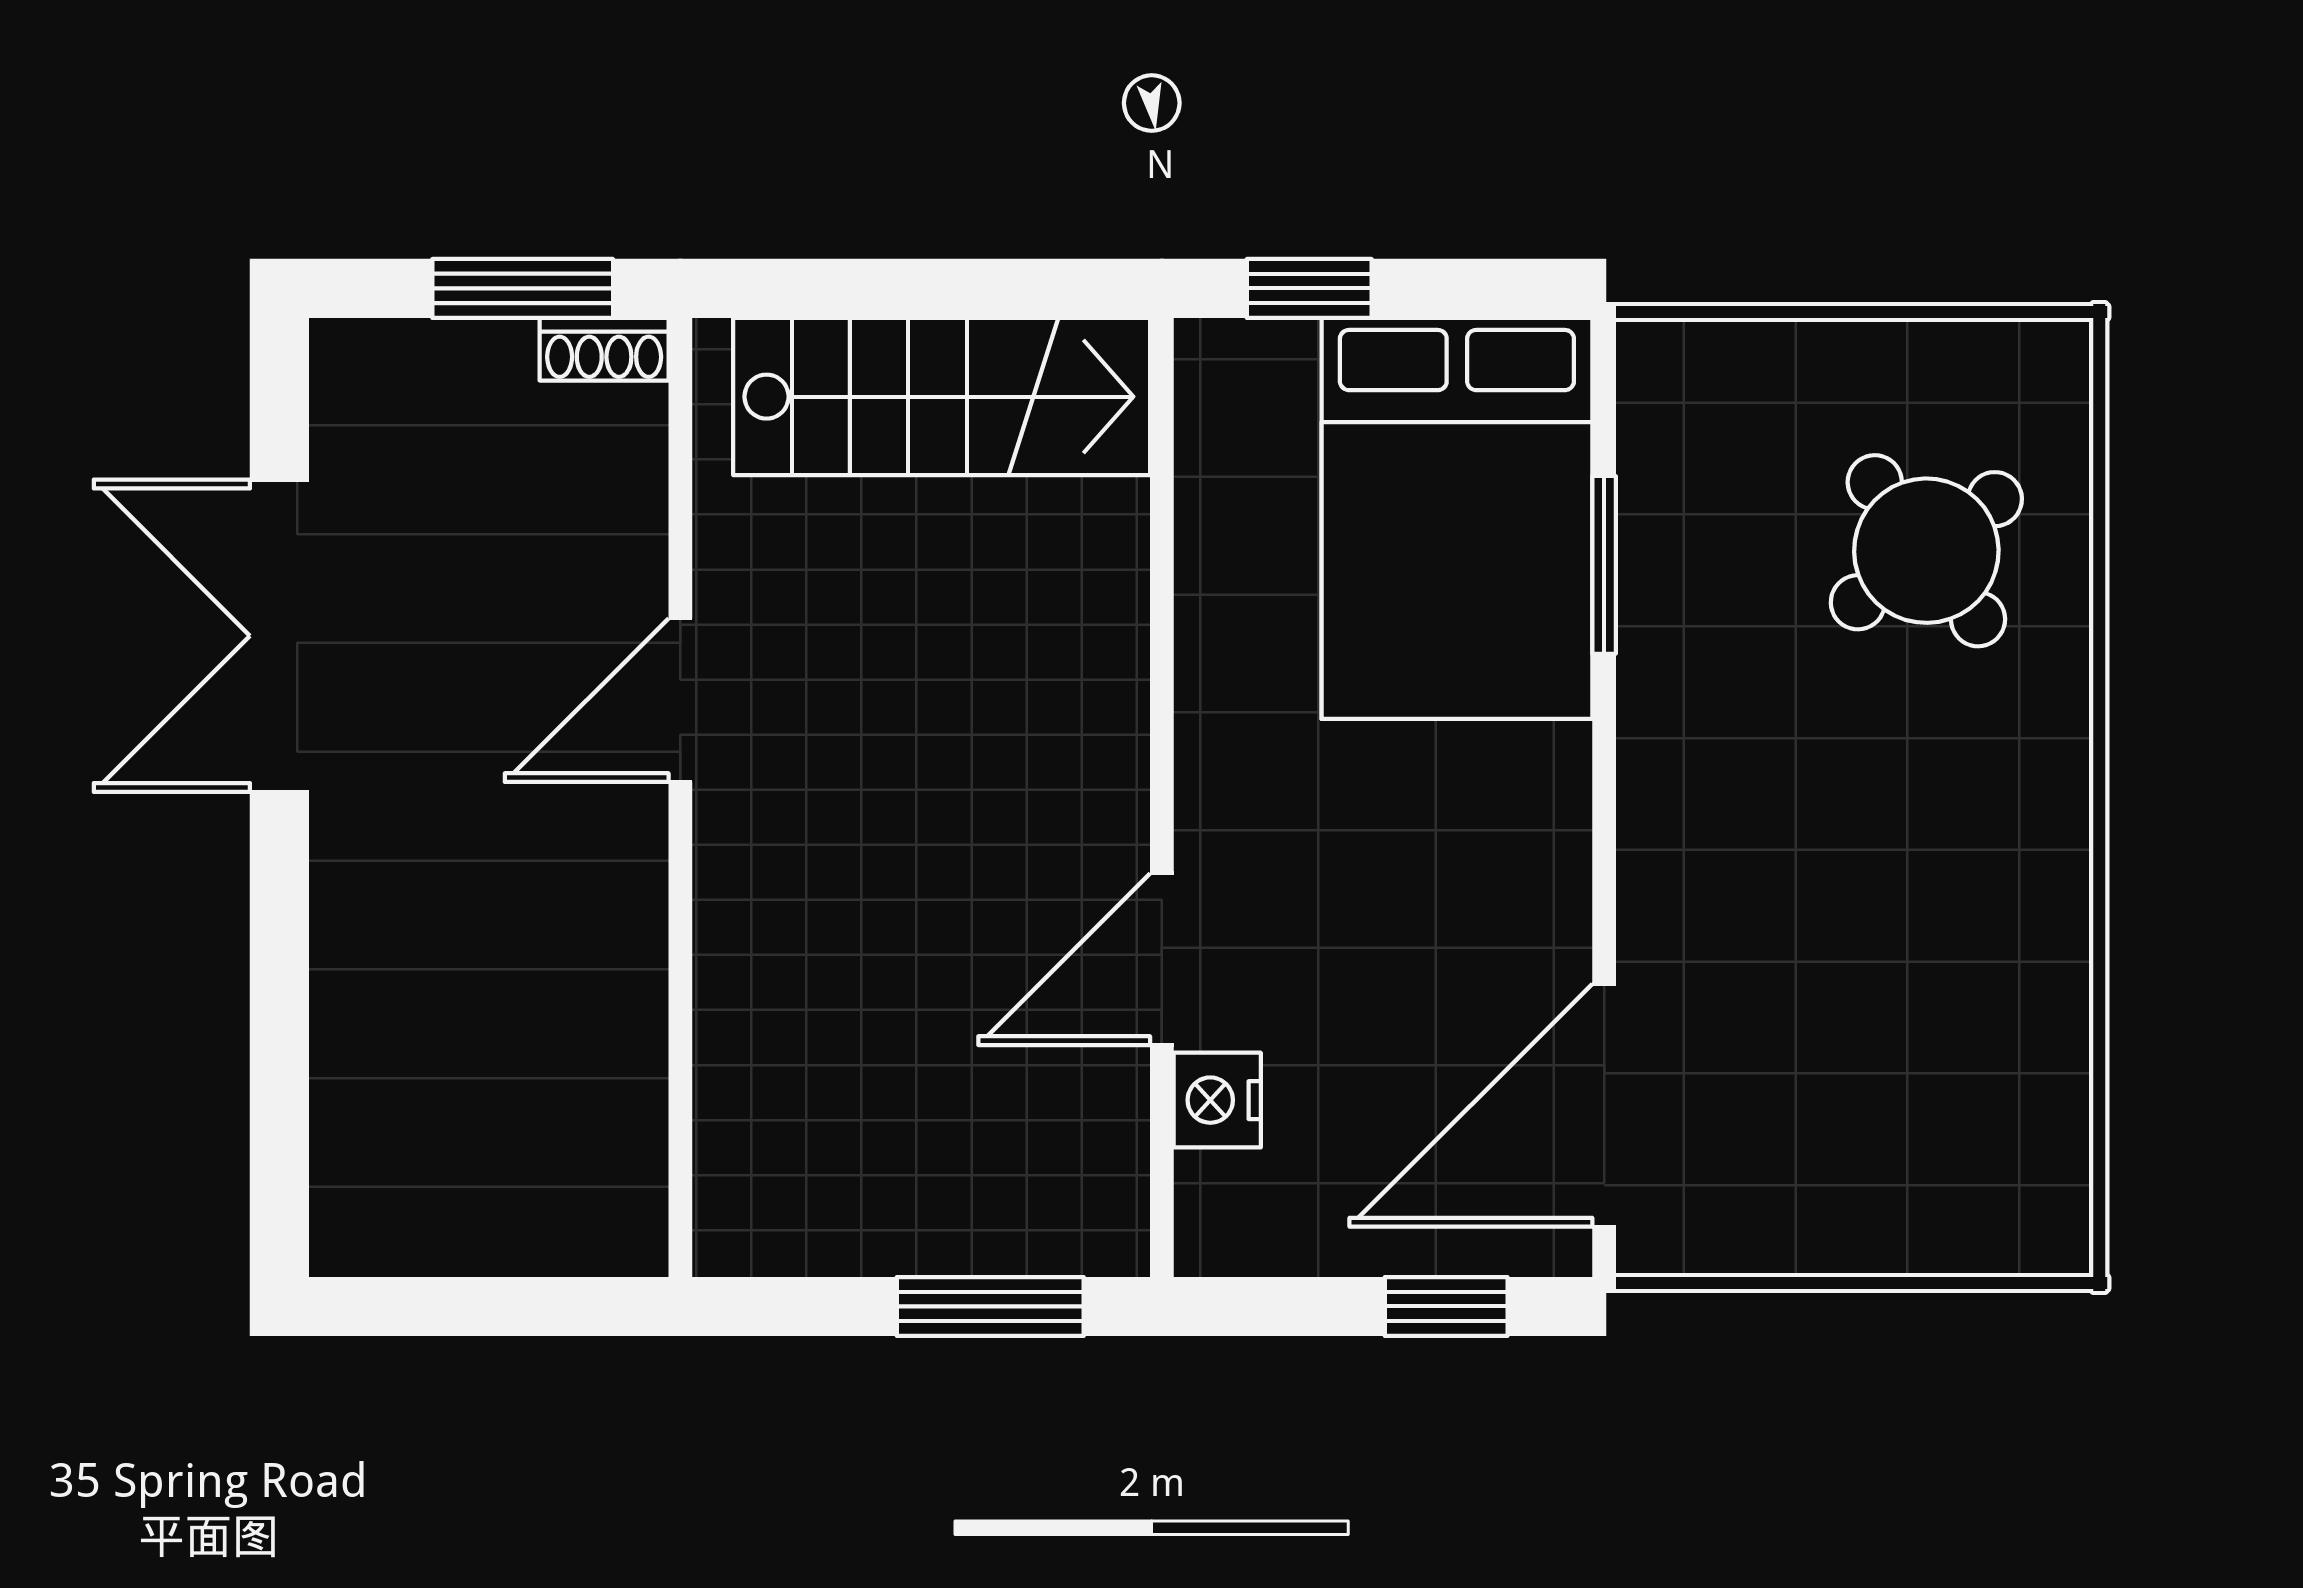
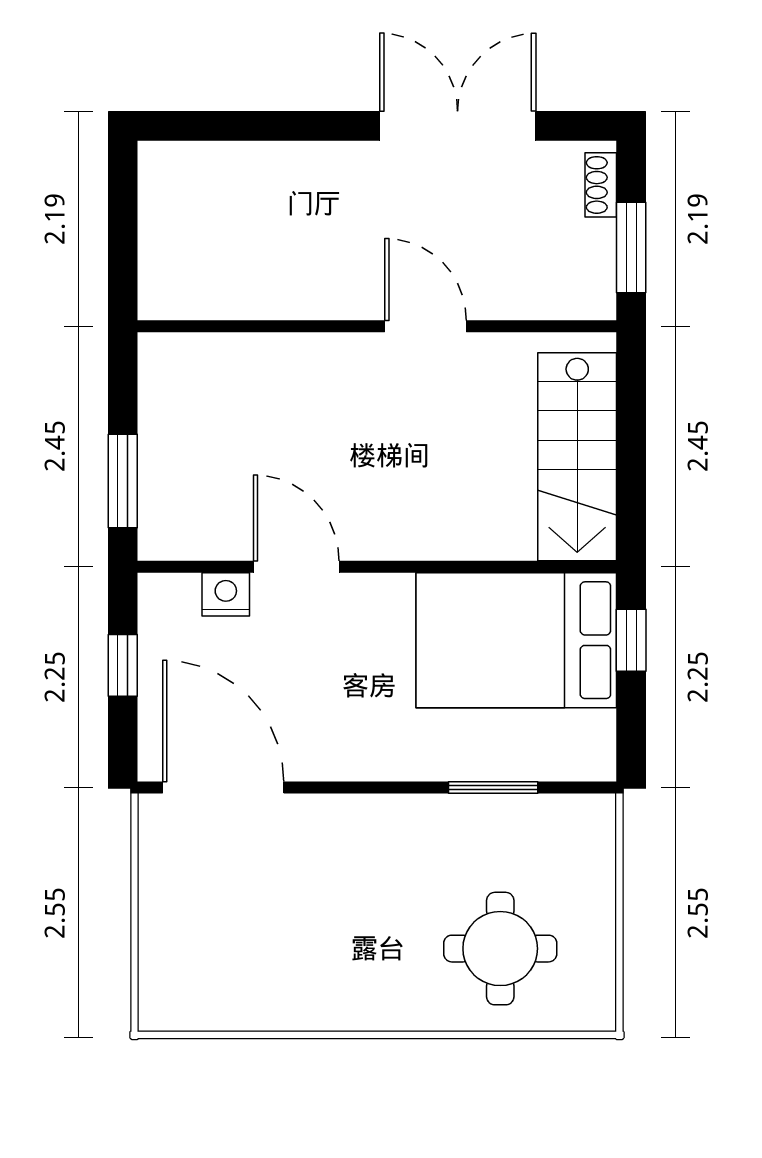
shoe rack: (604, 349) -> (601, 185), moved
bed: (1457, 518) -> (516, 640), moved
round table: (1926, 551) -> (500, 949), turned 37
window: (1446, 1306) -> (123, 665), moved

